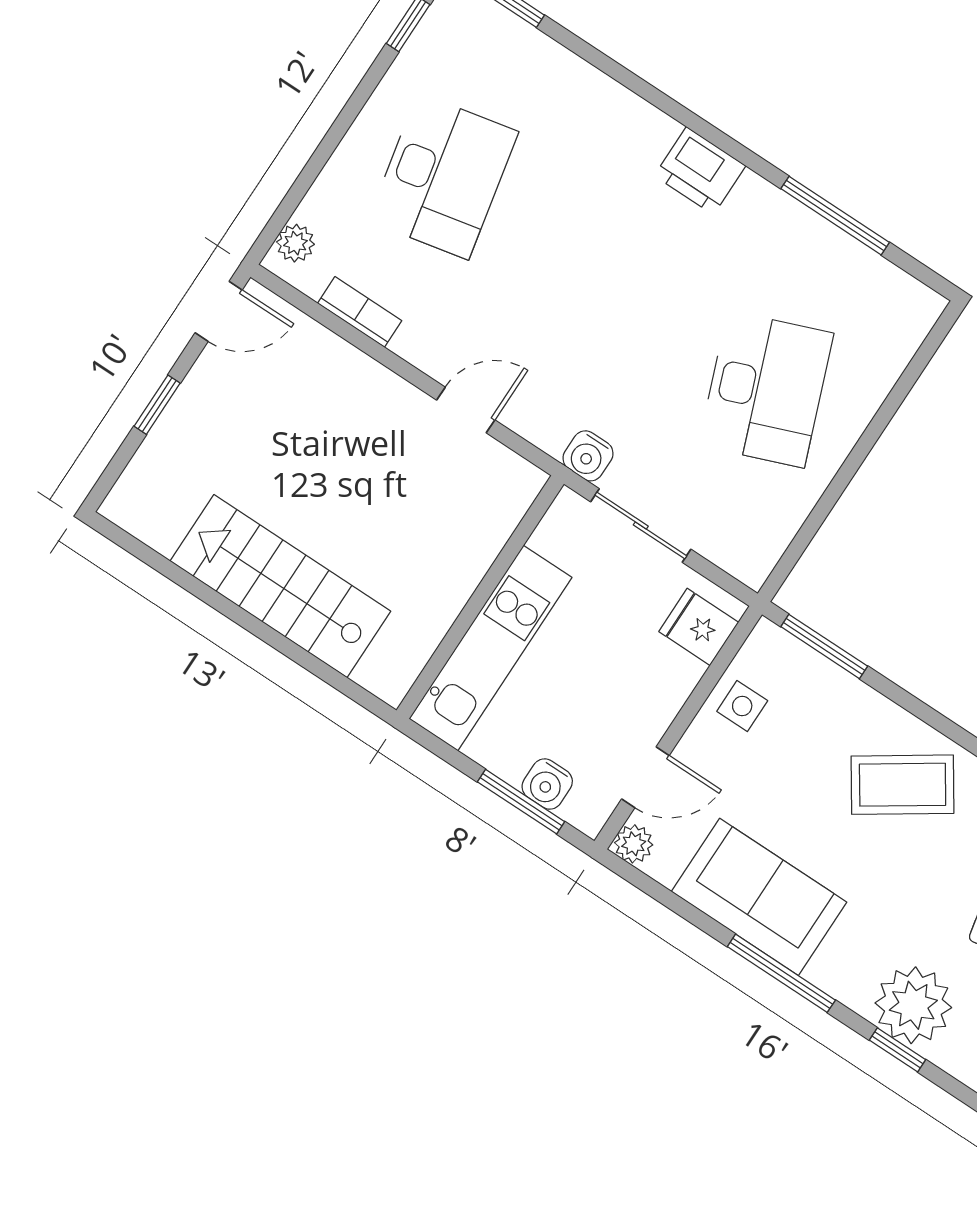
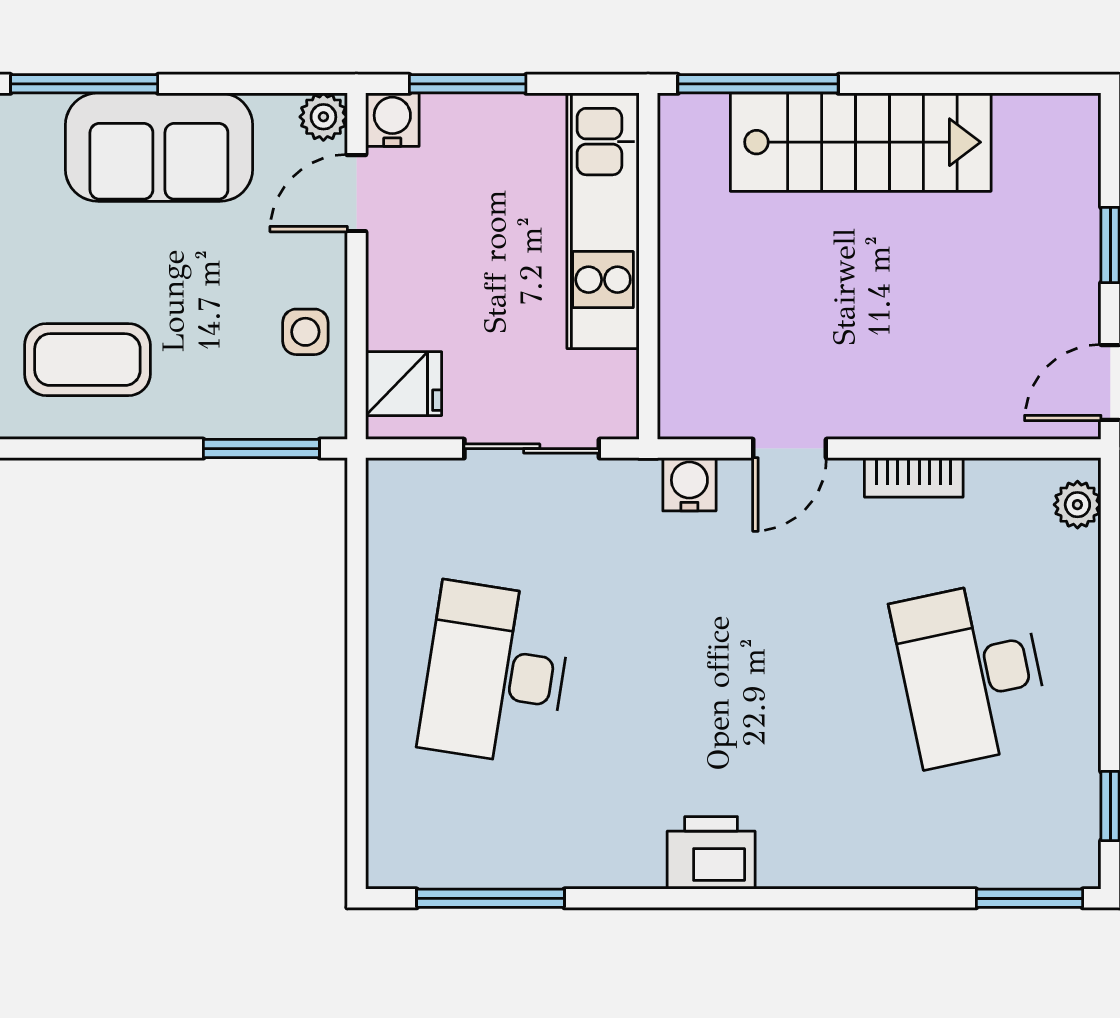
window: (835, 216) -> (491, 898), moved
bookcase: (360, 312) -> (914, 477), moved
desk: (766, 389) -> (495, 673), turned 30
water cooler: (588, 456) -> (689, 484), moved
window: (324, 672) -> (758, 84), added
water cooler: (547, 784) -> (392, 120), moved
coffee table: (903, 785) -> (87, 360), turned 34

